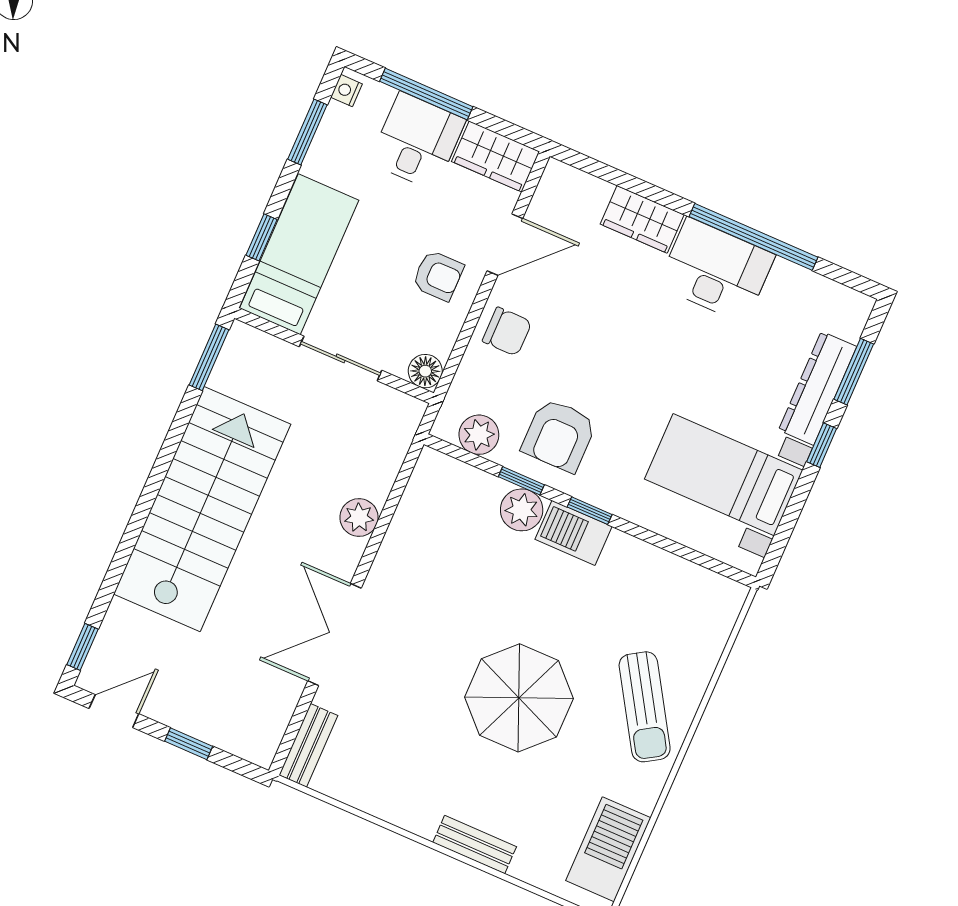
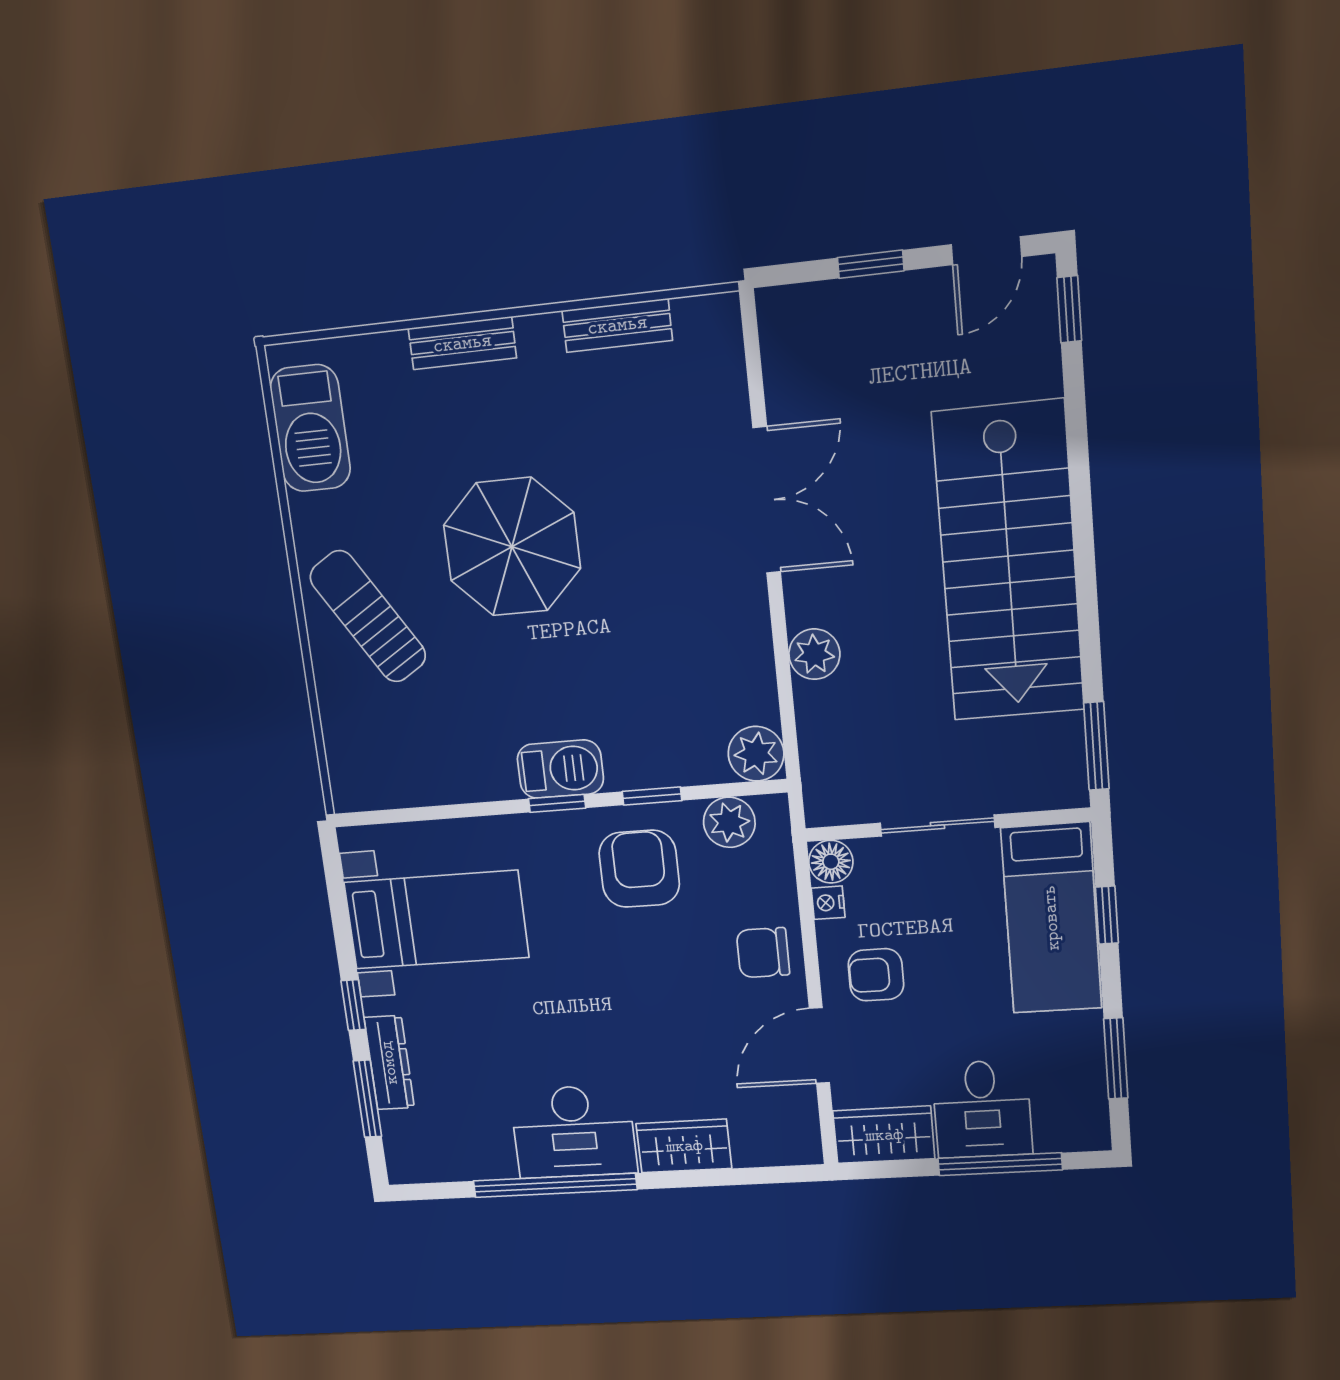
nightstand: (346, 91) -> (828, 903), moved, turned 180
dresser: (818, 388) -> (389, 1063), width x0.73, depth x0.80
plant: (522, 510) -> (756, 754), moved
bench: (308, 745) -> (617, 325), moved, turned 90

